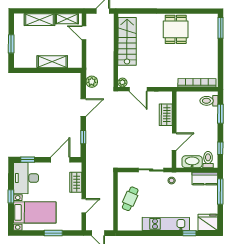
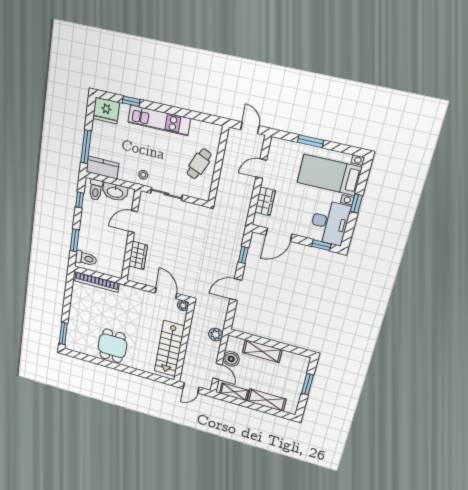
boiler: (75, 48) -> (231, 359), added
plant: (92, 82) -> (216, 335), moved

